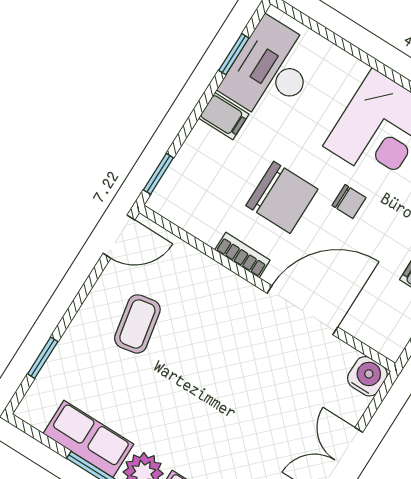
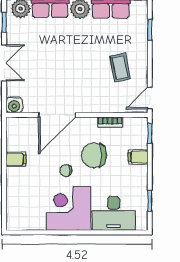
desk: (271, 70) -> (114, 213), moved, turned 90
filing cabinet: (224, 116) -> (138, 157), moved
bookcase: (242, 255) -> (110, 122), moved

